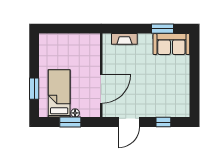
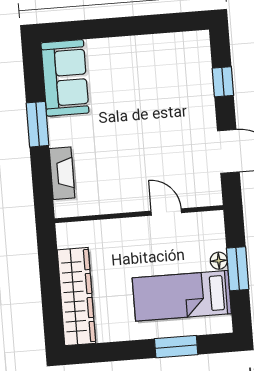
window: (162, 29) -> (38, 124), moved
wardrobe: (63, 41) -> (76, 297), added
door: (101, 89) -> (166, 212), width x0.53

